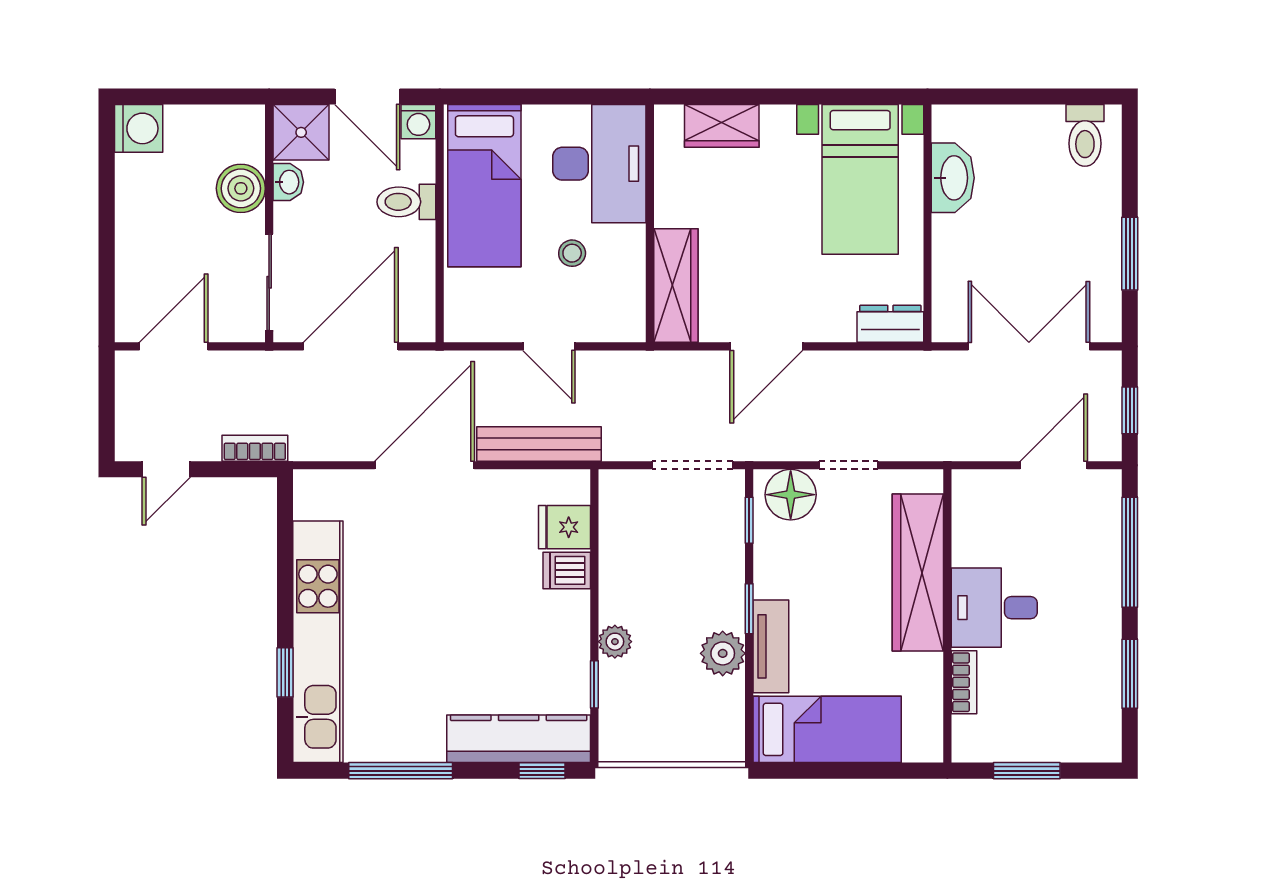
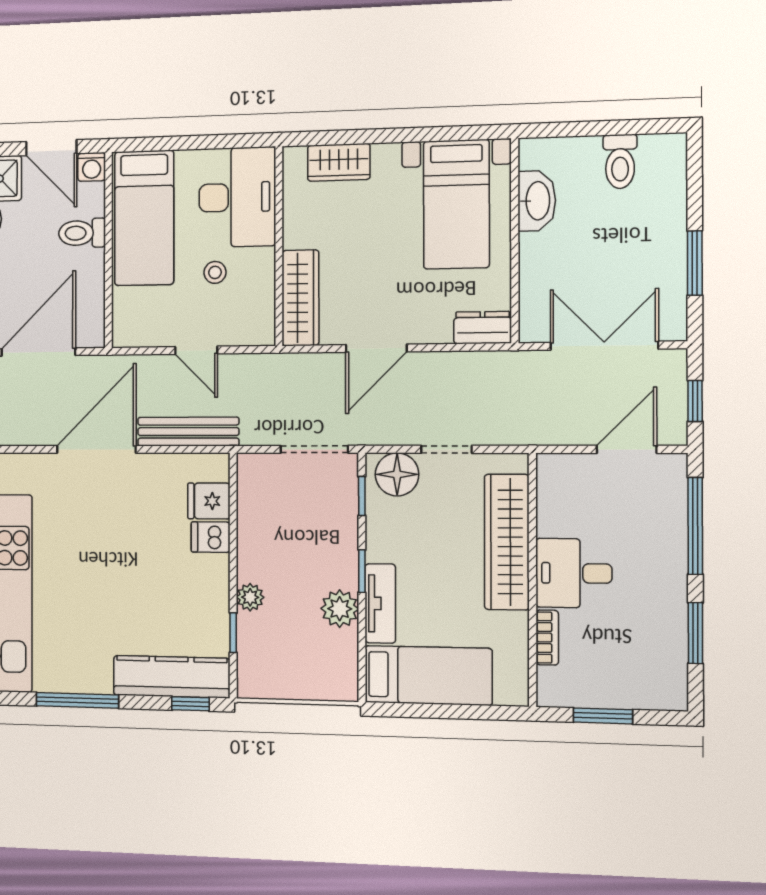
toilet: (1085, 135) -> (620, 162), moved

